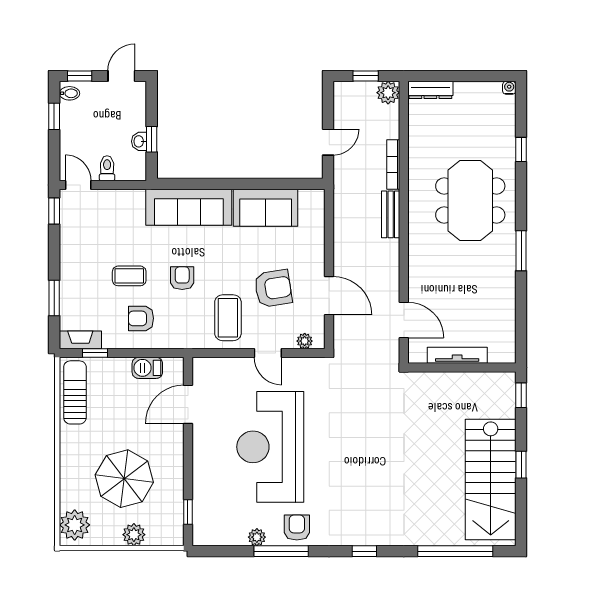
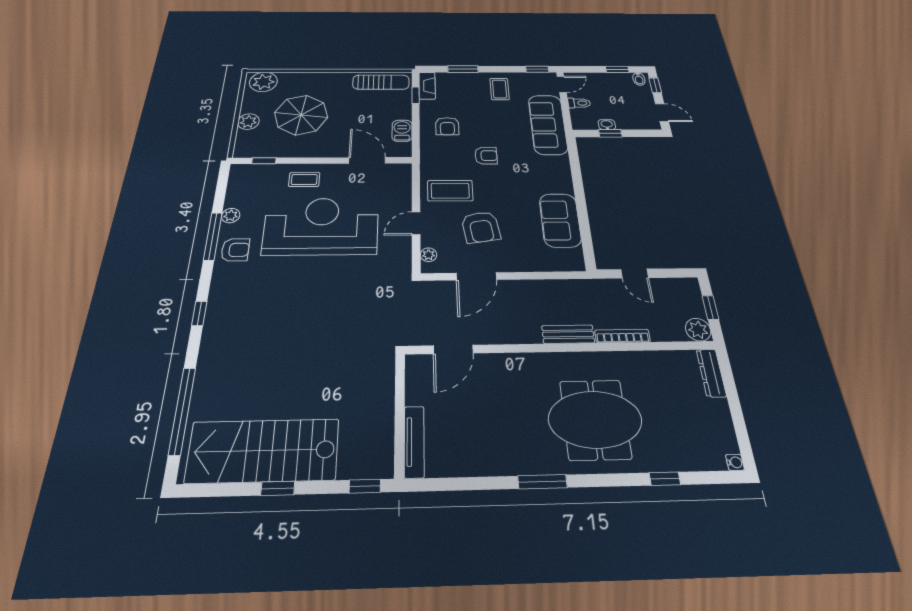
sofa: (189, 207) -> (548, 124), moved
coffee table: (129, 276) -> (500, 89), moved
armchair: (141, 318) -> (447, 126), turned 180
tv unit: (457, 355) -> (414, 442), moved
coffee table: (213, 468) -> (304, 180), added

